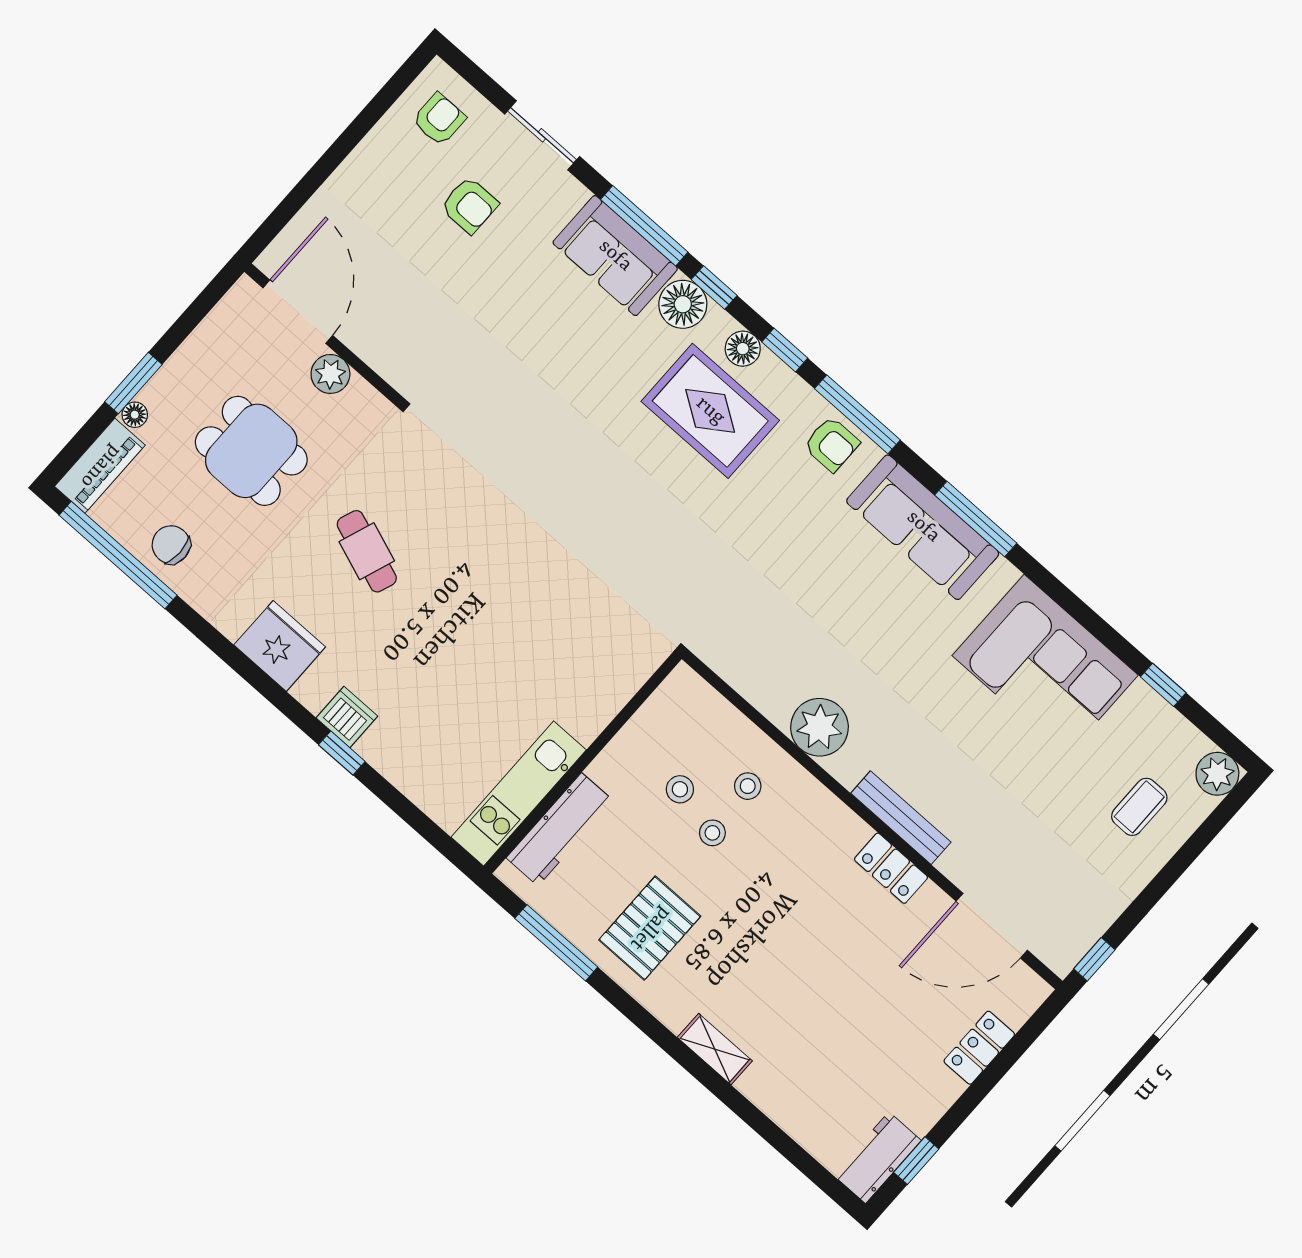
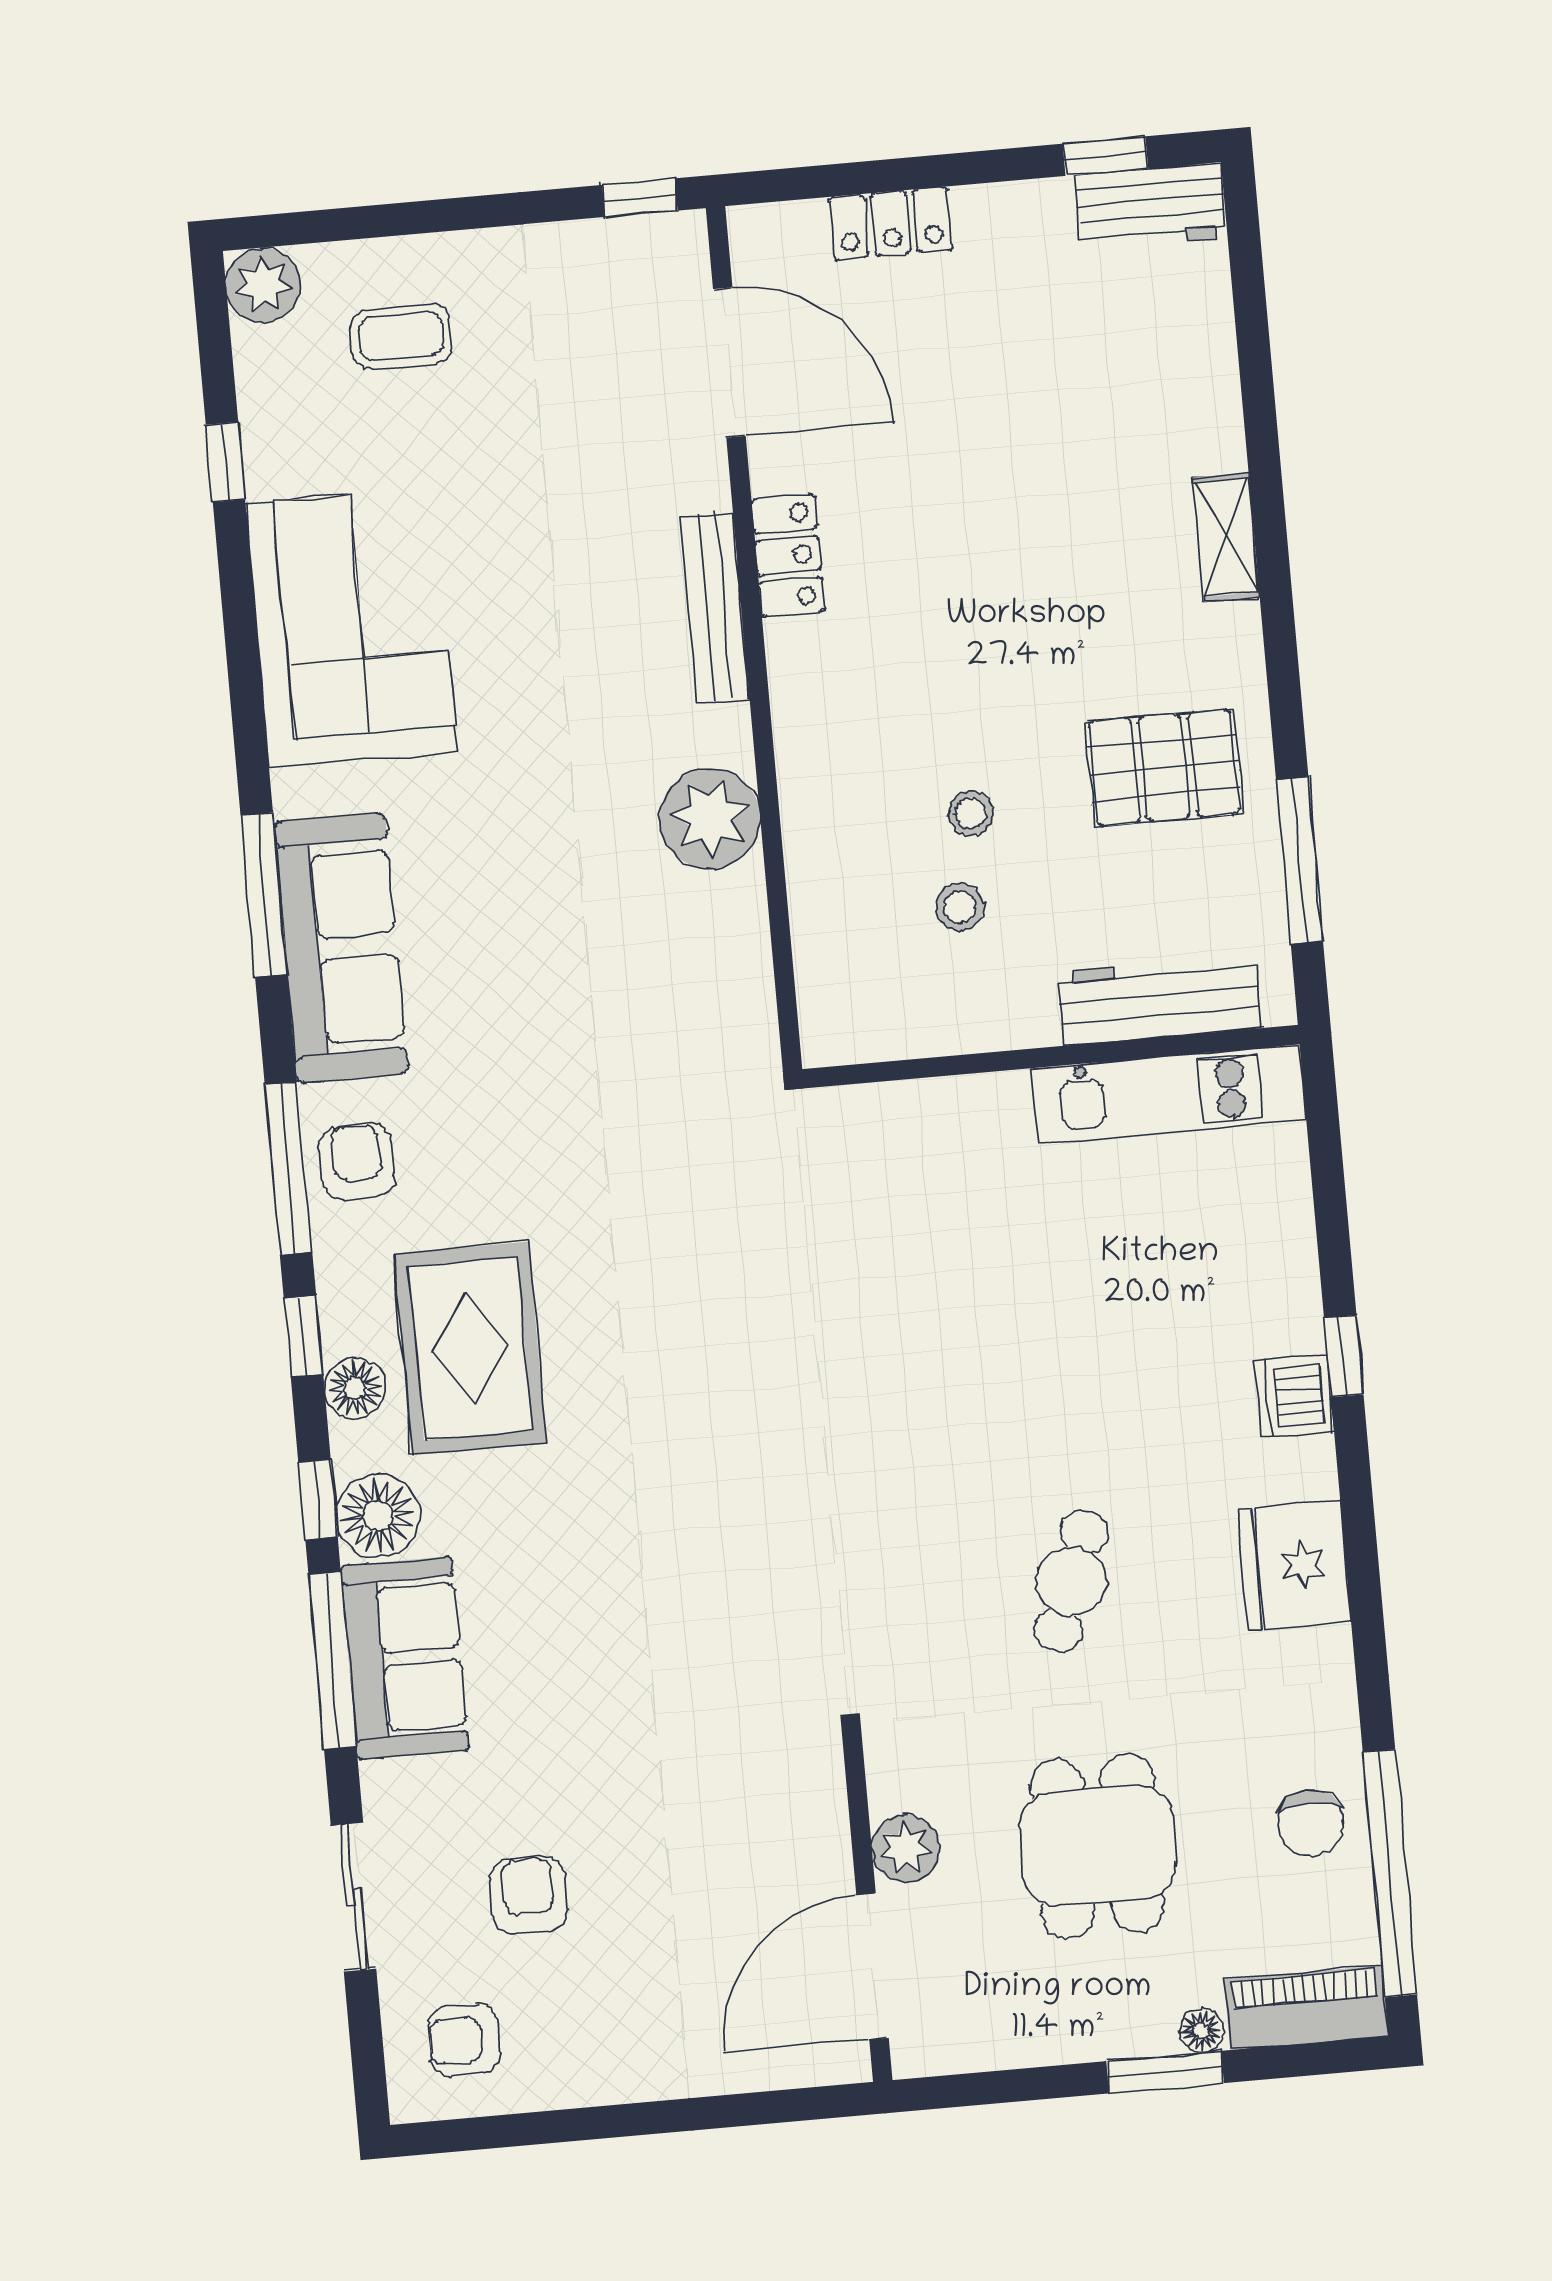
stool: (748, 786) -> (871, 830), removed

